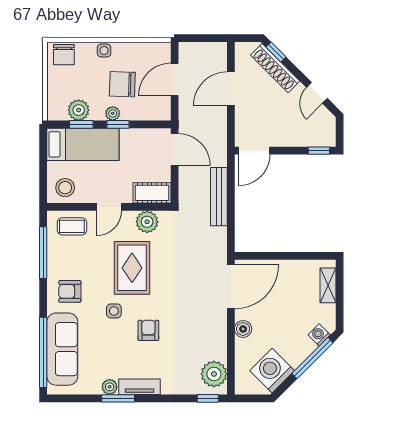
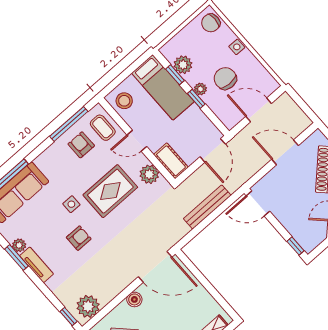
armchair: (70, 291) -> (81, 145), moved

